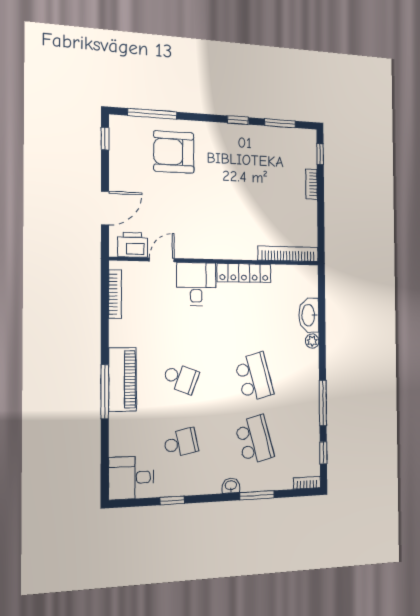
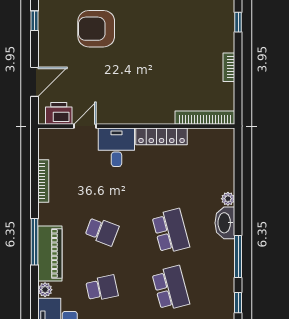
bookcase: (311, 184) -> (229, 67), moved
bookcase: (115, 294) -> (43, 181), moved
washbasin: (309, 315) -> (225, 223), moved
piano: (122, 379) -> (50, 253), moved
plant: (117, 447) -> (45, 290), added

